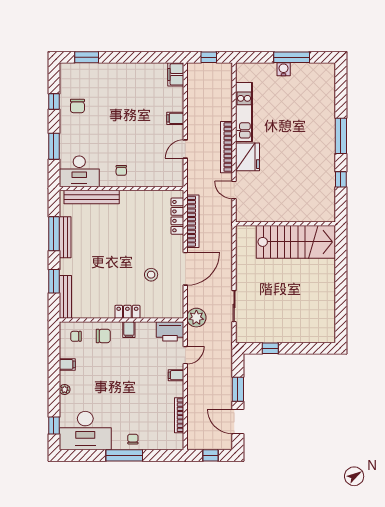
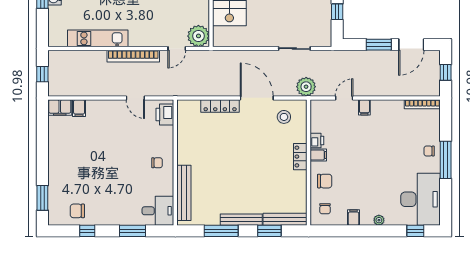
chair: (77, 106) -> (77, 211), moved, turned 180
filing cabinet: (175, 118) -> (79, 108), moved
fridge: (248, 157) -> (143, 35), removed
desk: (79, 171) -> (158, 211), width x0.73
printer: (169, 178) -> (165, 114), added
plant: (246, 211) -> (198, 36), added
locker: (177, 216) -> (220, 106), moved
bookcase: (193, 221) -> (208, 90), removed
bench: (65, 237) -> (241, 220), moved
stool: (151, 275) -> (284, 117), moved
printer: (170, 331) -> (317, 141), moved, width x0.53, depth x0.68
chair: (103, 336) -> (325, 181), turned 90
door: (185, 355) -> (344, 98), hinge flipped
bookcase: (179, 415) -> (422, 104), moved

